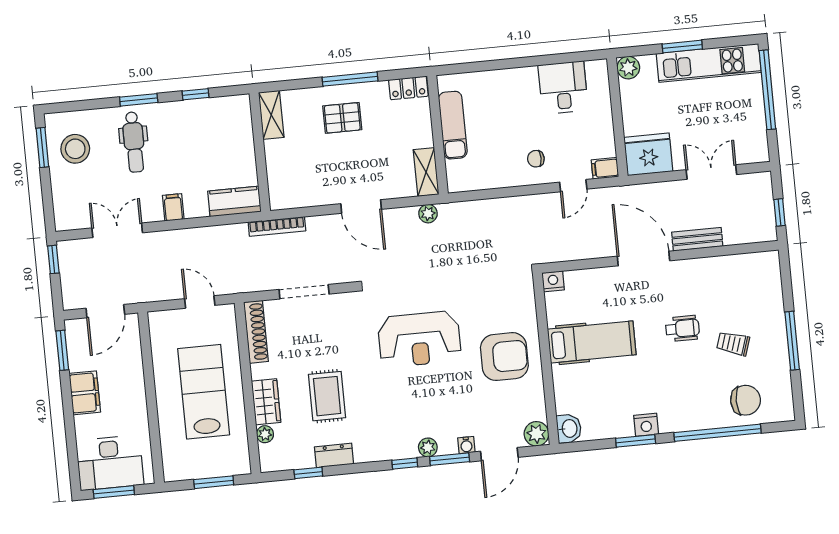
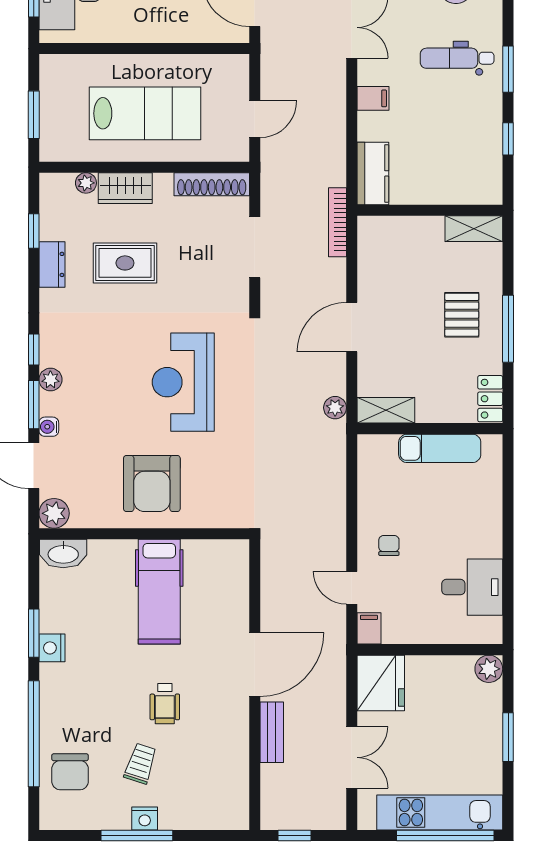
kitchen unit: (709, 63) -> (440, 812), moved, turned 90
nightstand: (553, 281) -> (145, 819), moved, turned 90
washbasin: (569, 428) -> (63, 554), width x1.38

